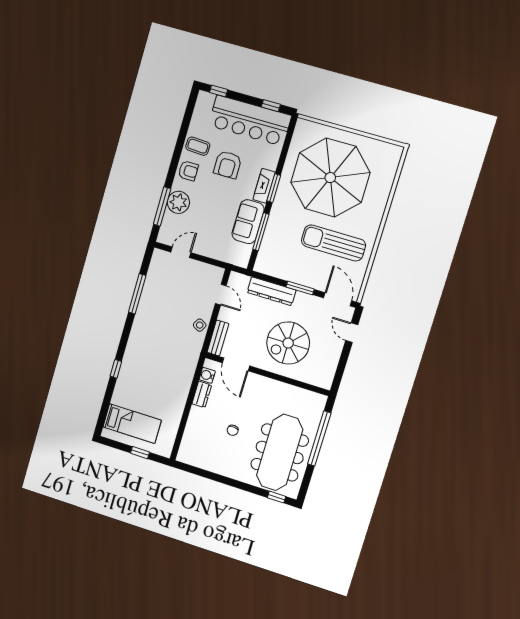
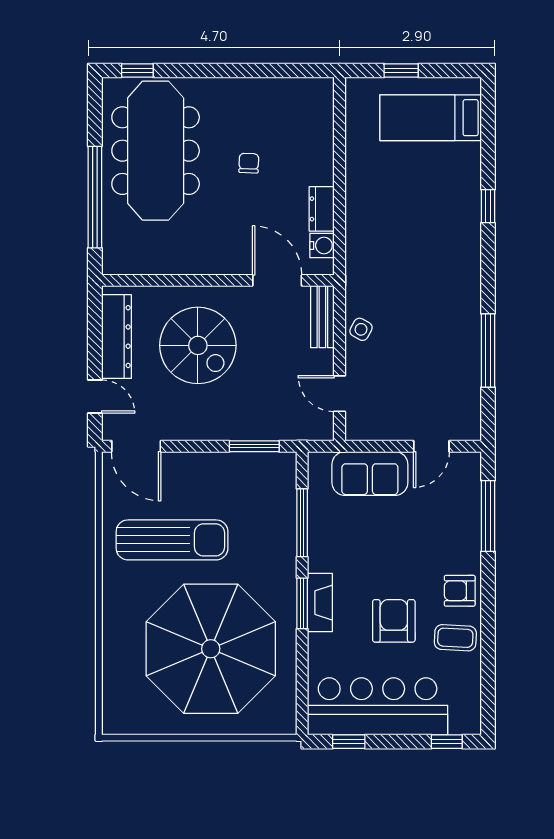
plant: (178, 202) -> (461, 531), removed
sofa: (248, 222) -> (370, 473), moved, turned 90
window: (300, 288) -> (254, 446), moved
dresser: (271, 291) -> (116, 337), moved, turned 90
spiral stairs: (288, 343) -> (198, 345), turned 90

